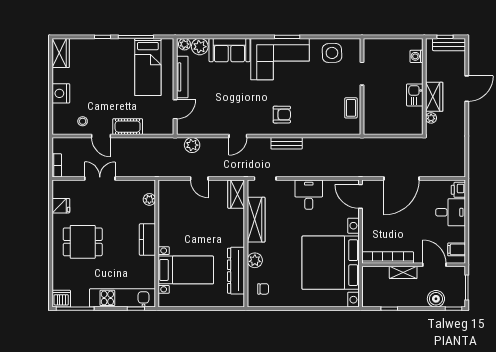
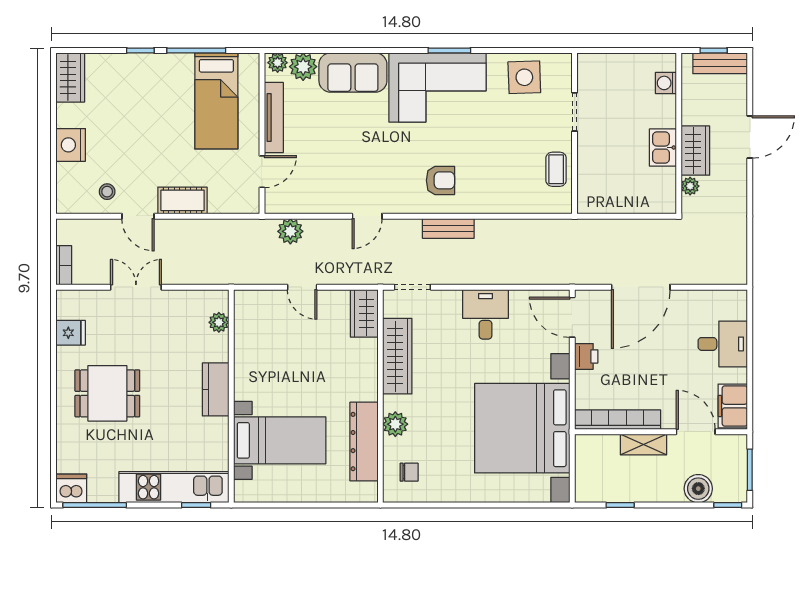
printer: (458, 190) -> (586, 356), moved, turned 180
filing cabinet: (457, 249) -> (733, 406), width x2.00

